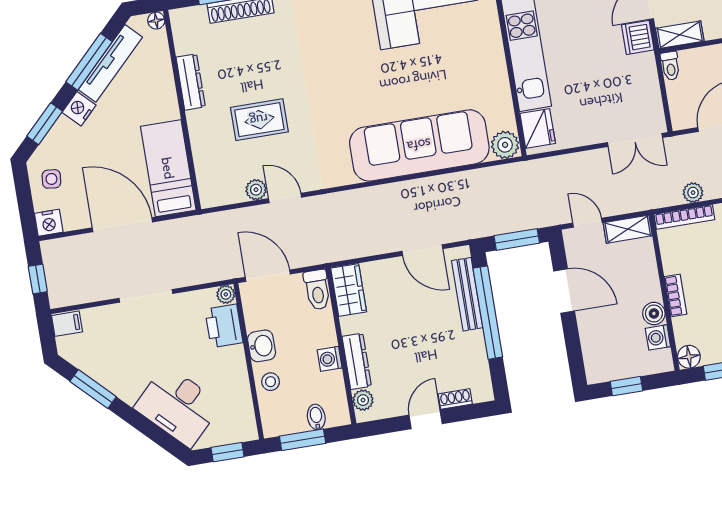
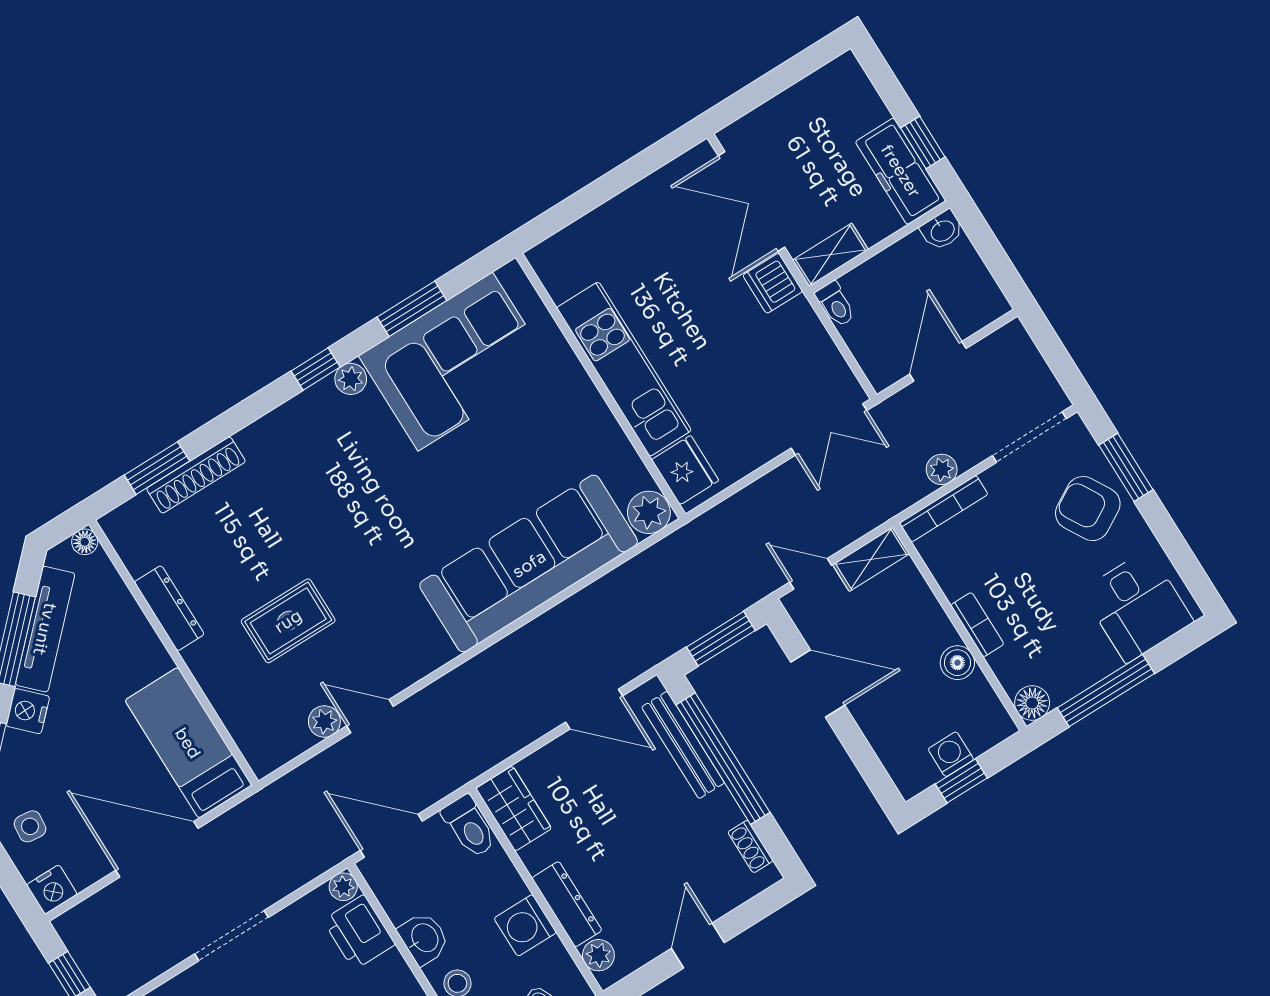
washing machine: (658, 337) -> (951, 754), moved, turned 90
washing machine: (330, 359) -> (525, 925), width x1.38, depth x1.38
shoe rack: (455, 399) -> (750, 846), moved, turned -90

